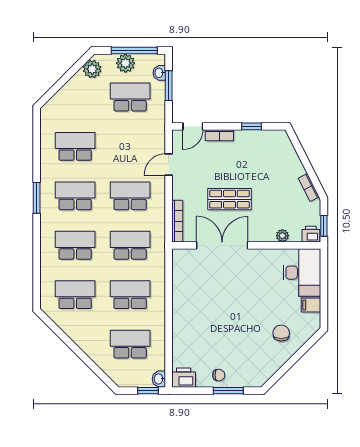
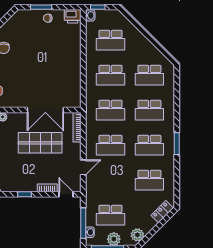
window: (169, 86) -> (83, 223), width x1.44
locker: (57, 102) -> (162, 212), added
door: (193, 126) -> (66, 194), hinge flipped
shop shelf: (229, 199) -> (40, 143), width x1.43, depth x1.36

